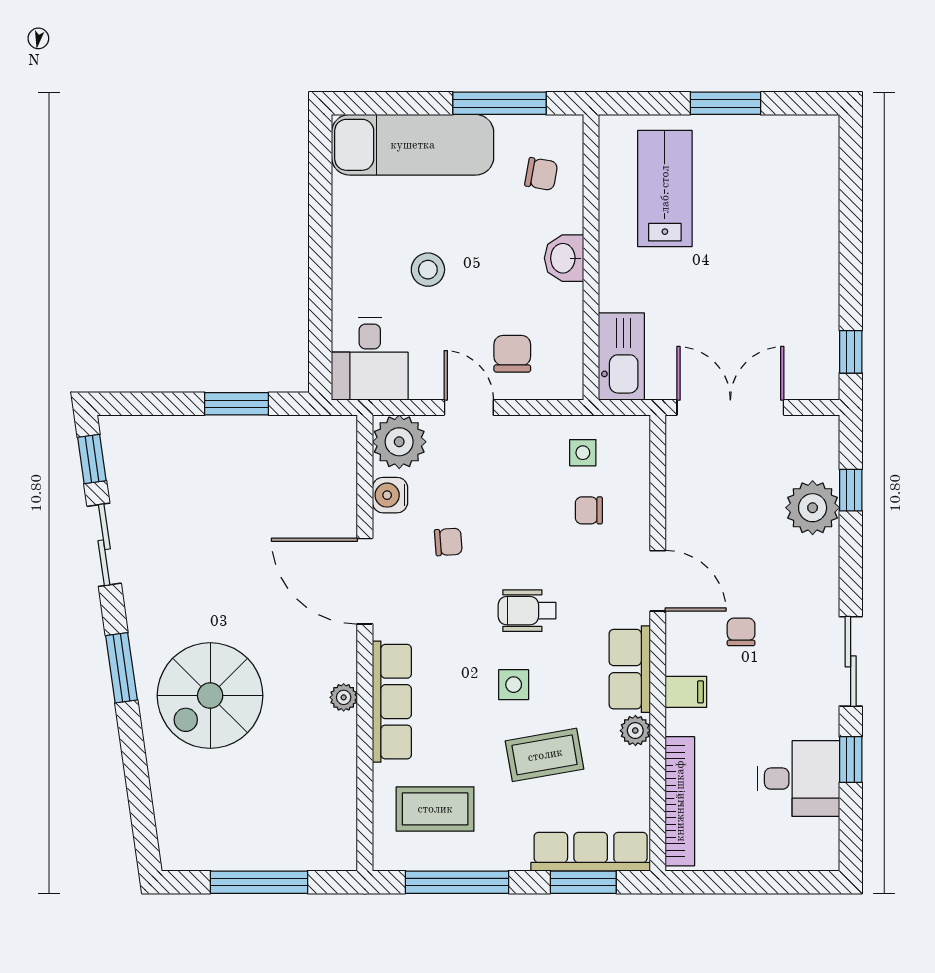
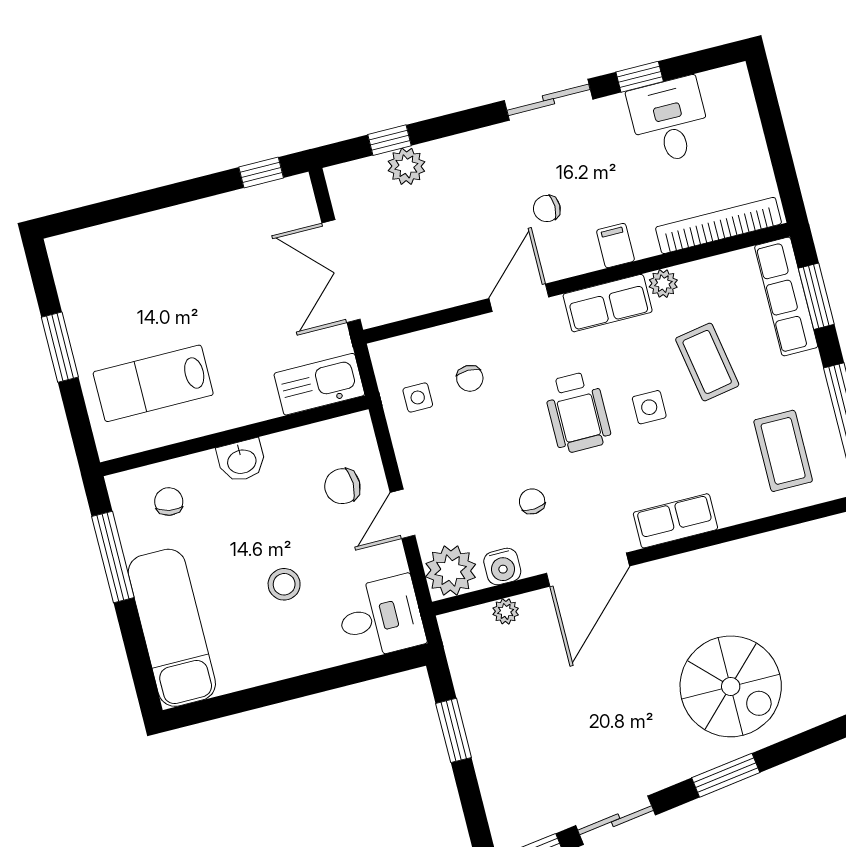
plant: (813, 508) -> (406, 166), width x0.73, depth x0.73
wheelchair: (527, 611) -> (577, 412), width x1.36, depth x1.37
plant: (344, 697) -> (506, 611), moved
row of seats: (392, 702) -> (675, 521), width x0.68

